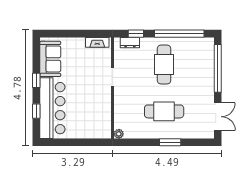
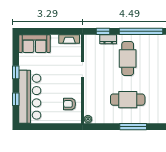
dresser: (130, 43) -> (108, 39), moved
sofa: (50, 59) -> (35, 44), moved, turned 90
armchair: (98, 116) -> (70, 104), added
window: (170, 142) -> (133, 127), width x1.44

